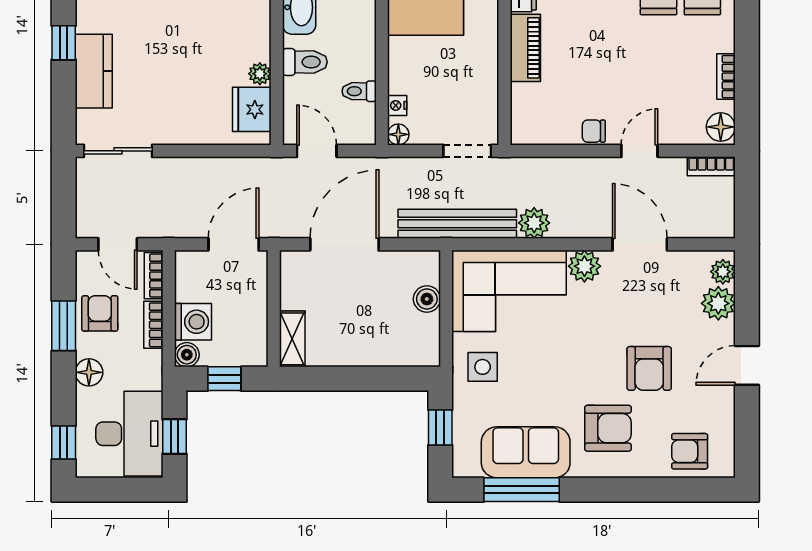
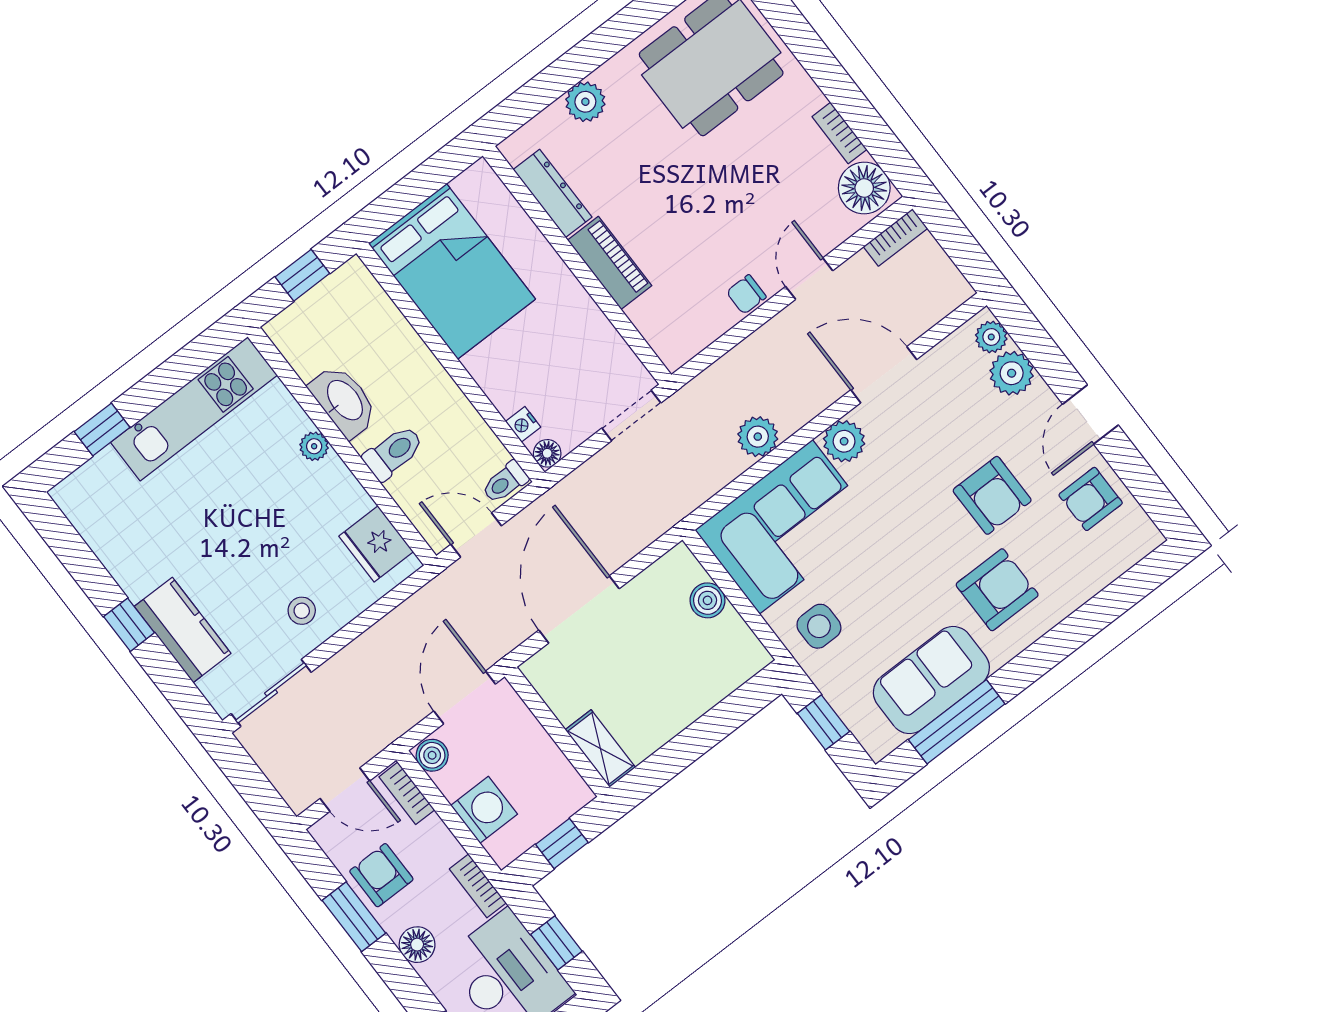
plant: (260, 74) -> (314, 446), moved
toilet: (359, 91) -> (505, 482), moved
stool: (175, 115) -> (302, 611), added
floor lamp: (721, 127) -> (864, 188), width x1.38, depth x1.38
bench: (457, 224) -> (679, 499), removed
bookcase: (153, 325) -> (478, 886), moved
boiler: (187, 355) -> (432, 755), moved
armchair: (690, 451) -> (1091, 499), moved

